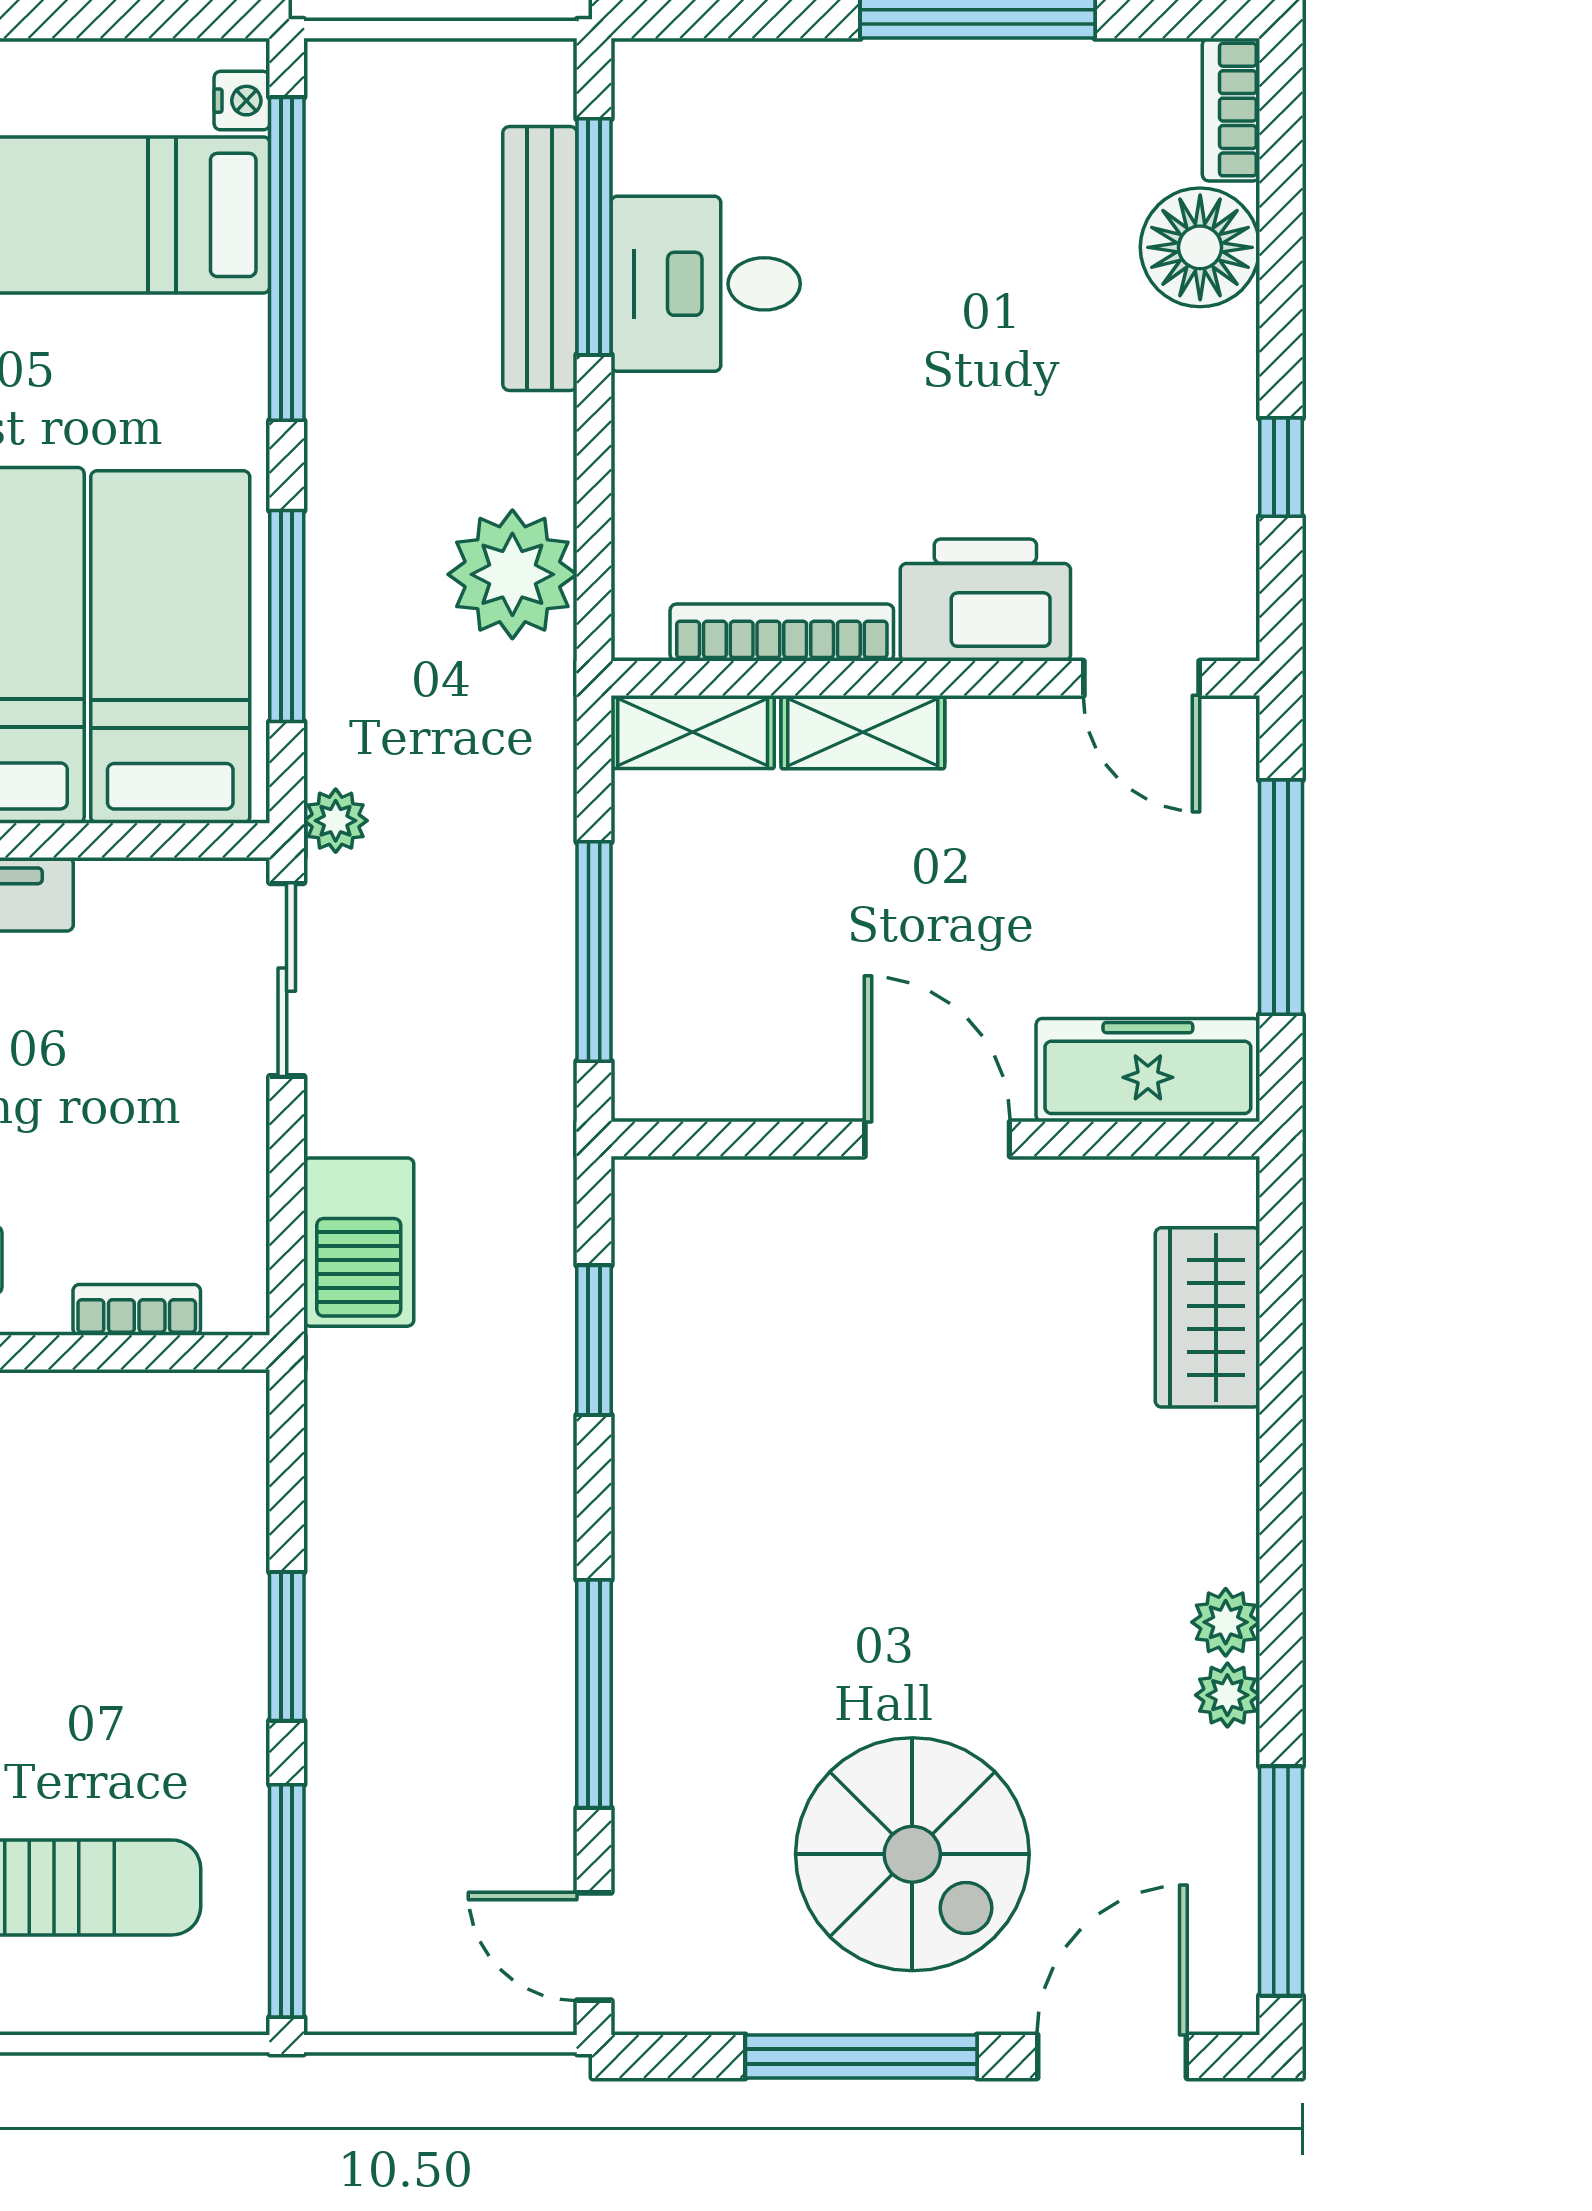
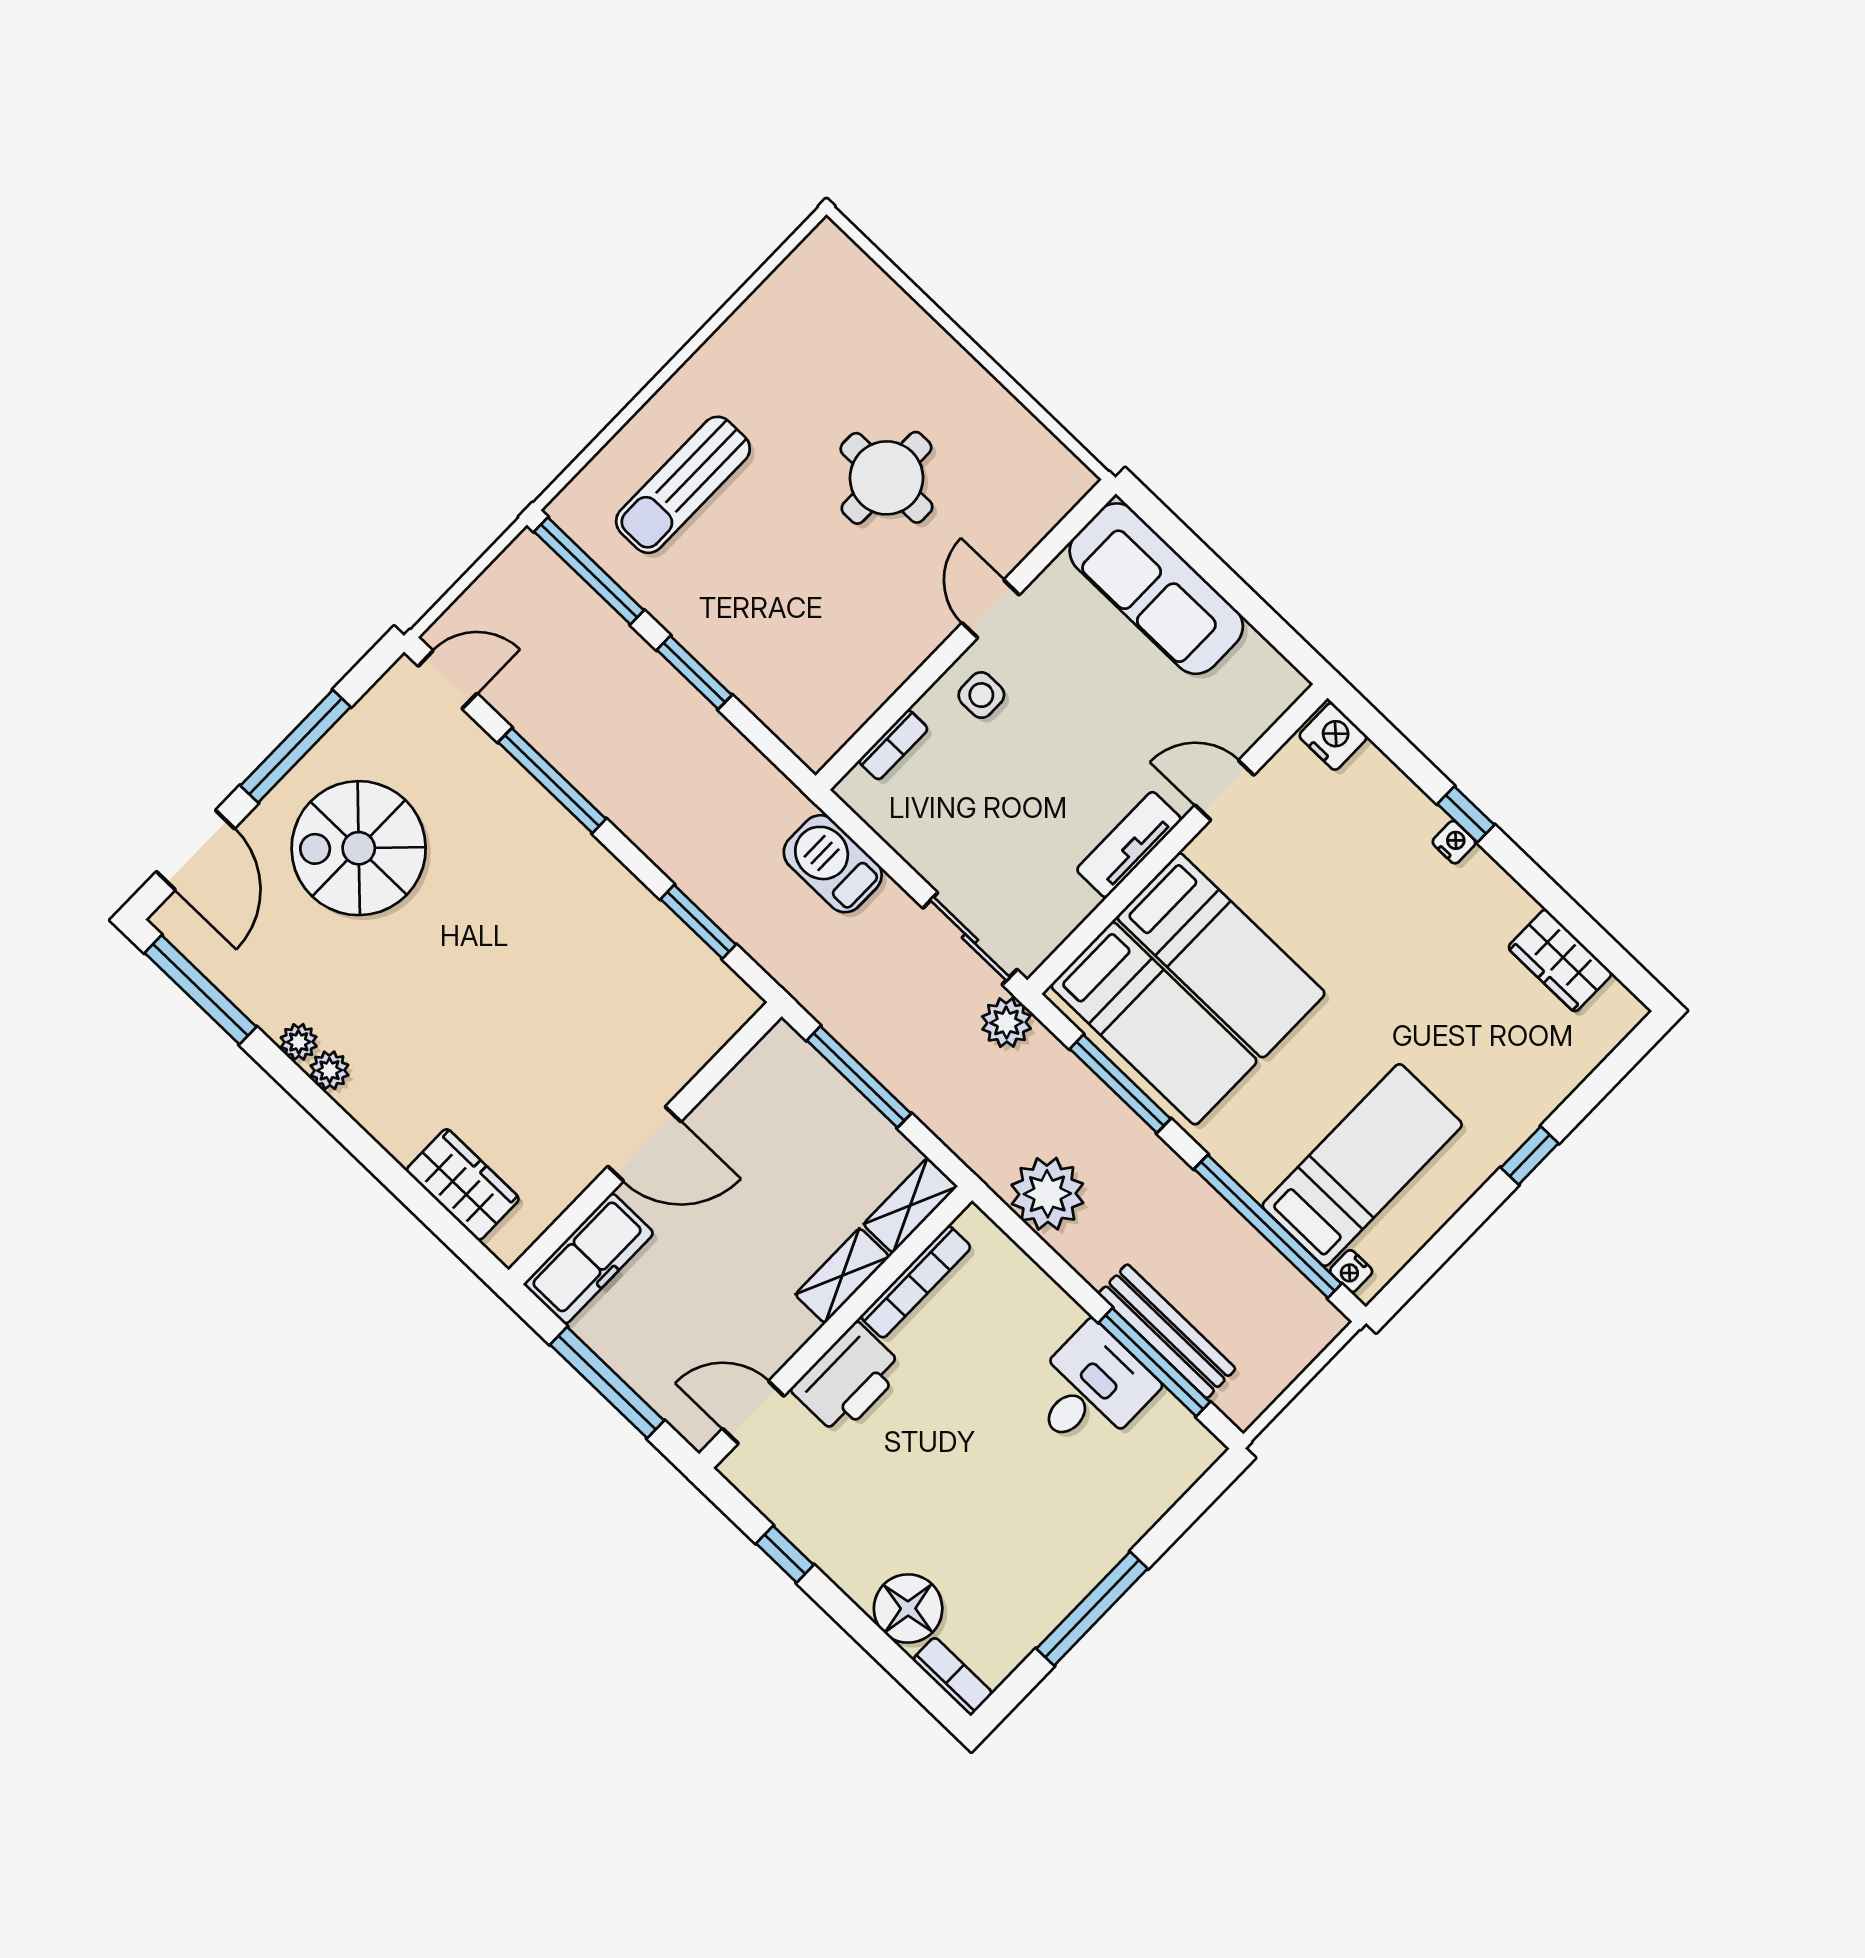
plant: (336, 821) -> (1006, 1023), width x1.38, depth x1.38

